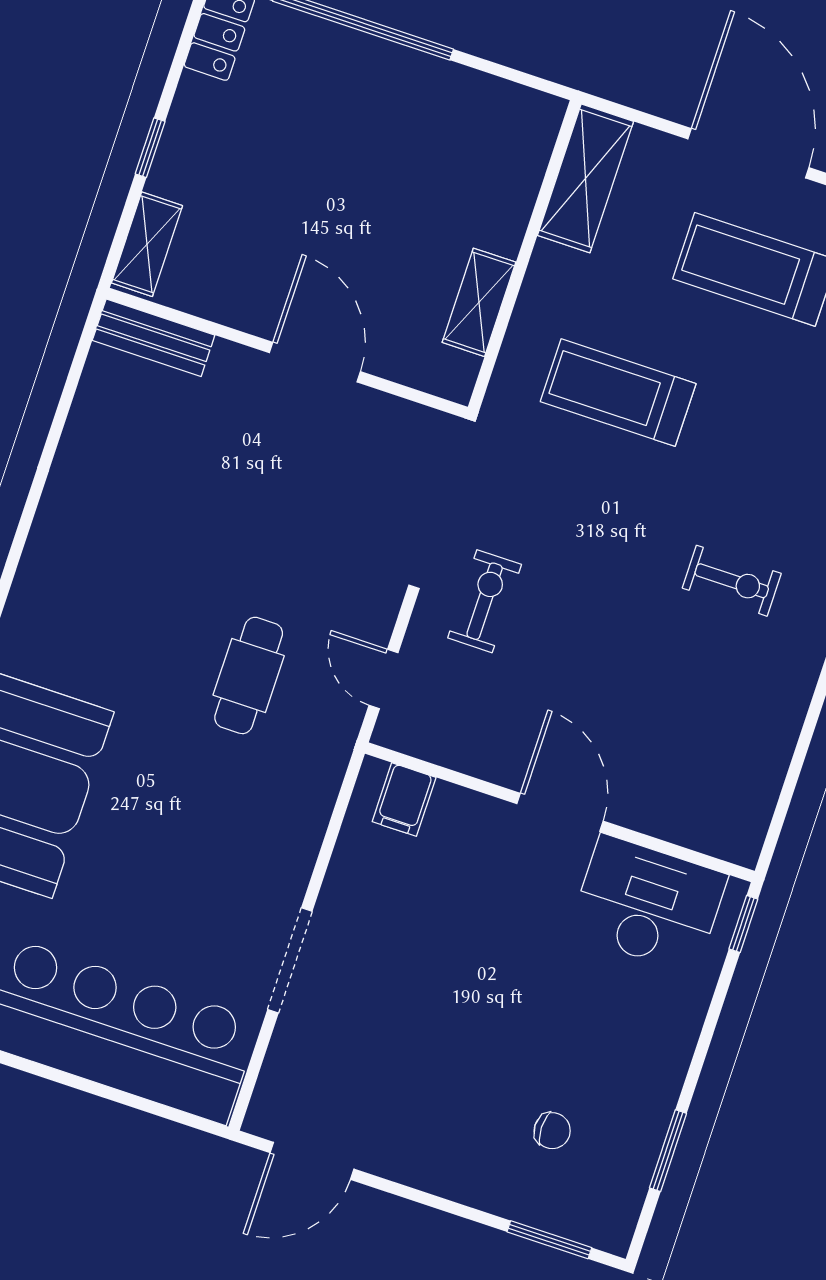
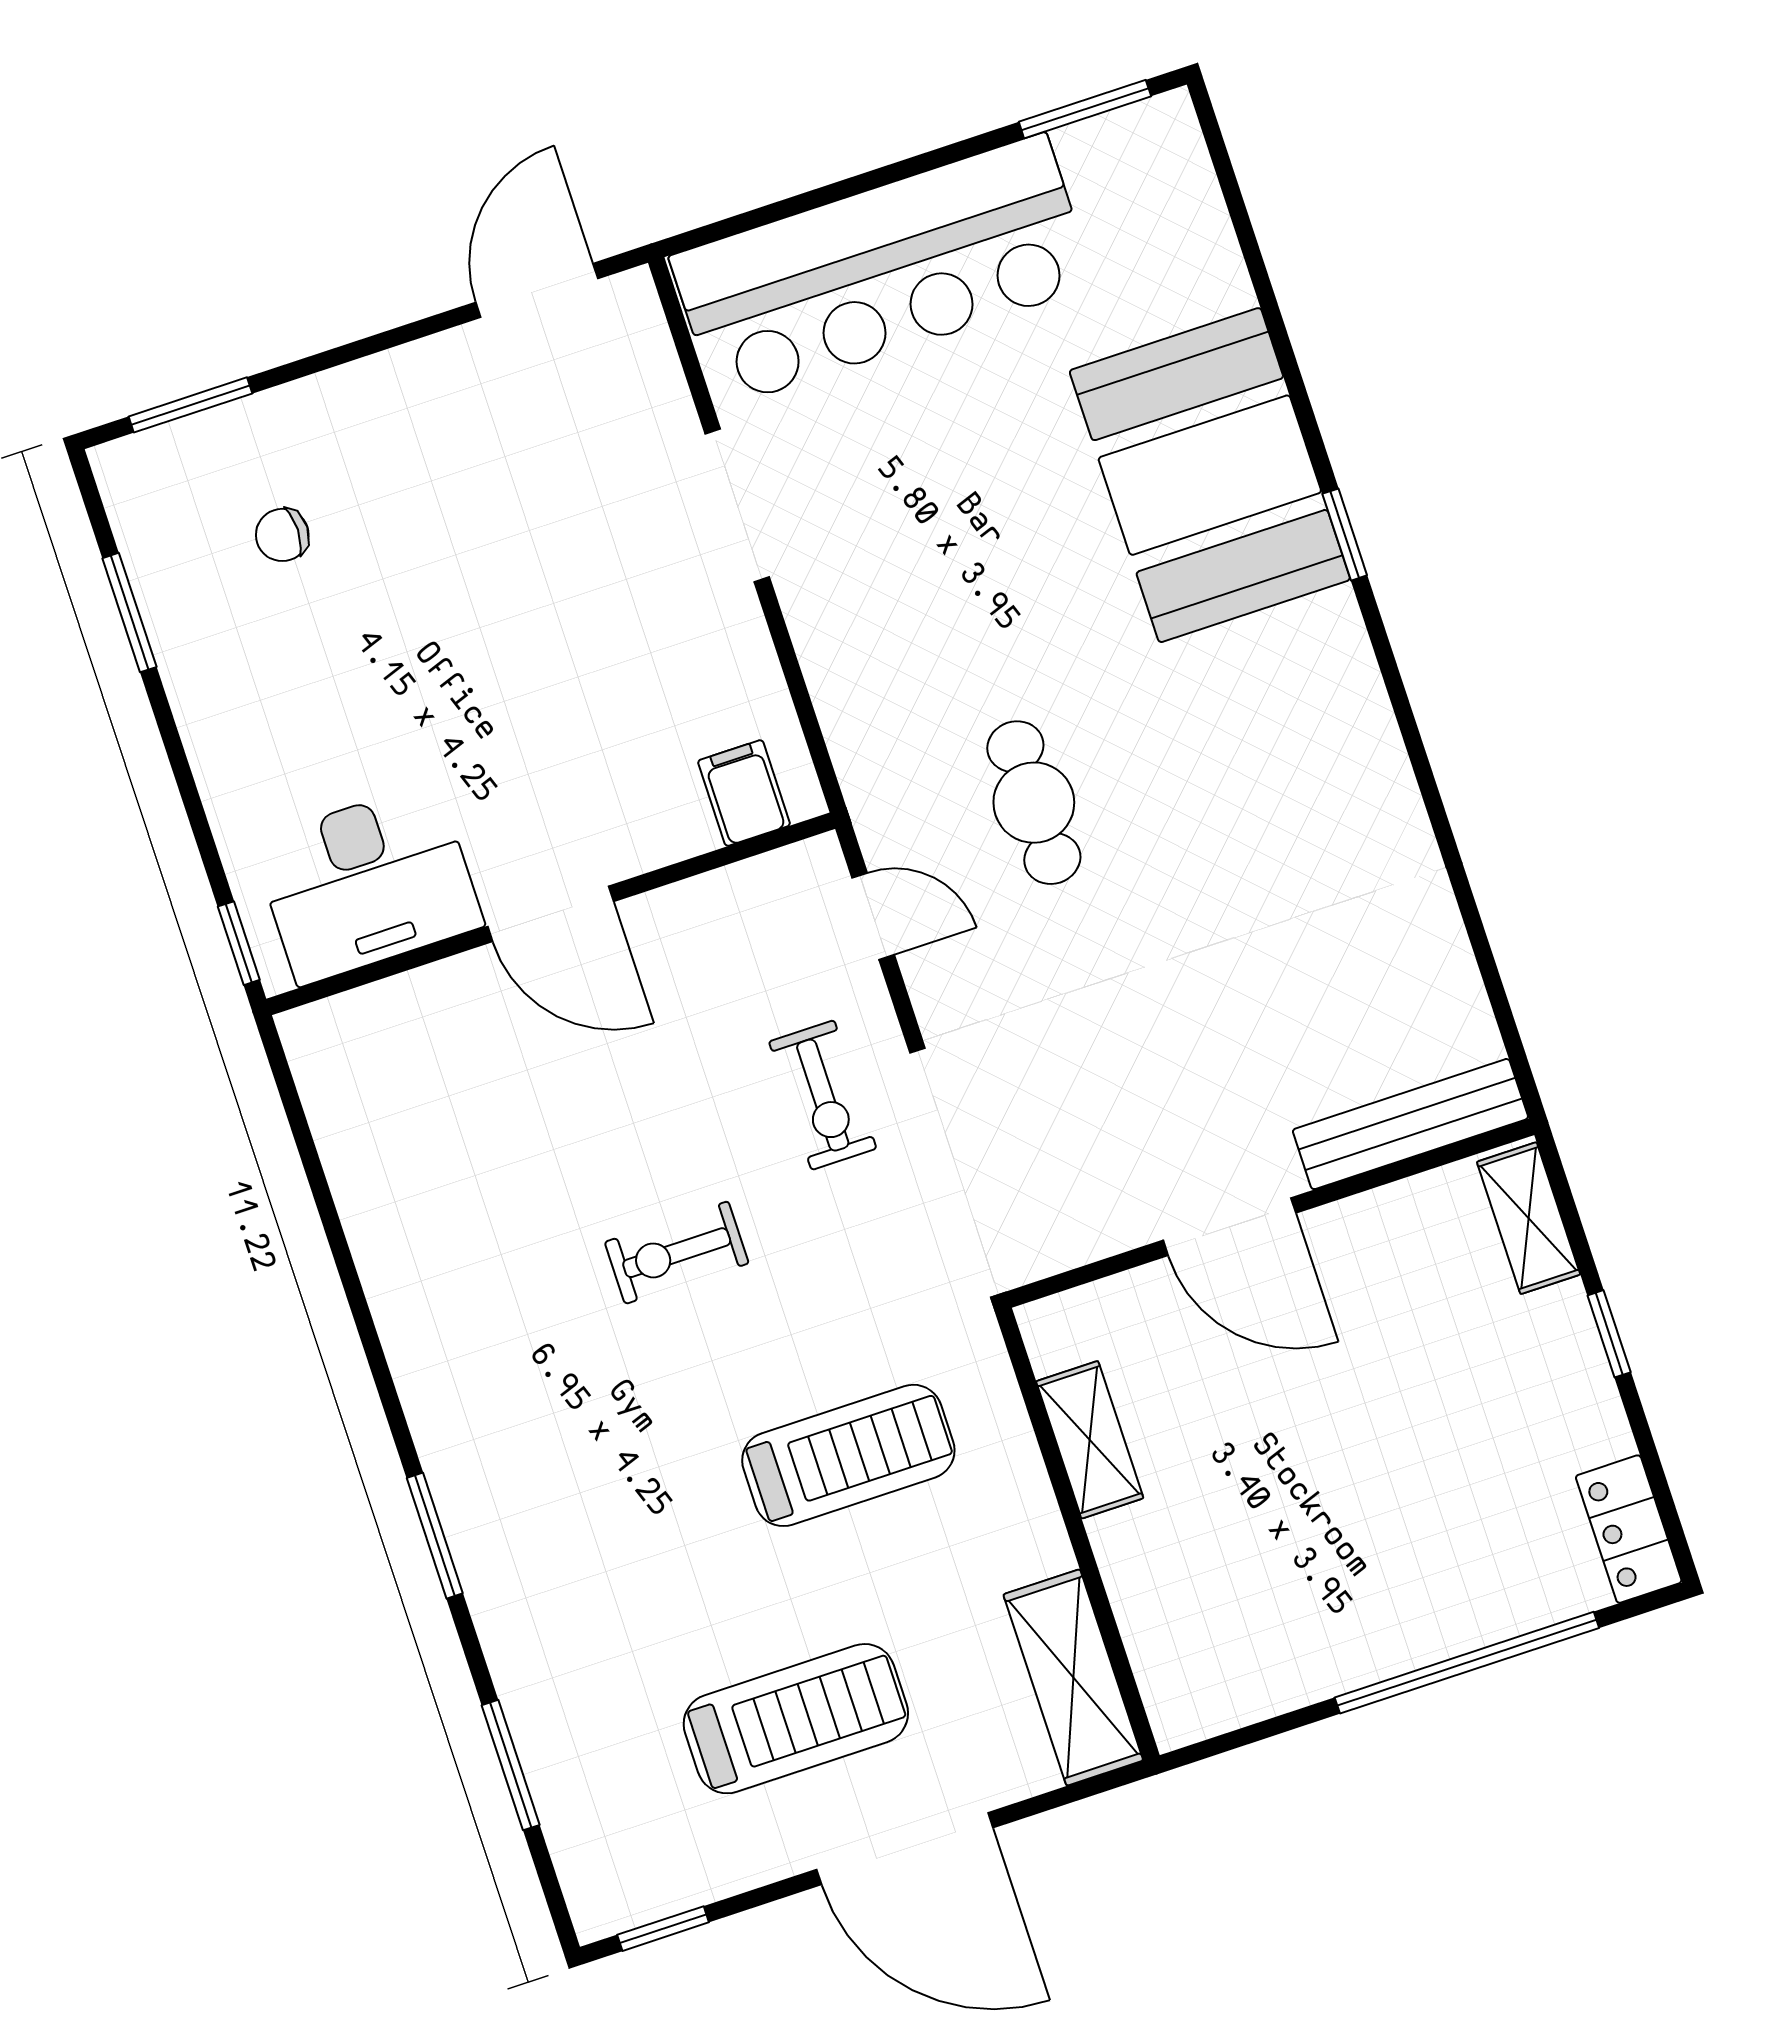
bench: (154, 338) -> (1410, 1124), width x1.36
exercise bike: (732, 581) -> (677, 1253), moved

